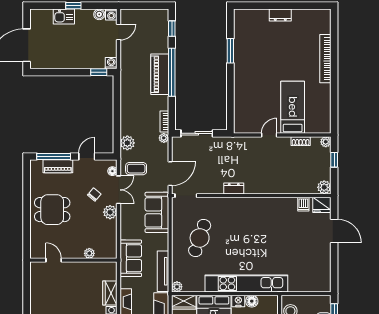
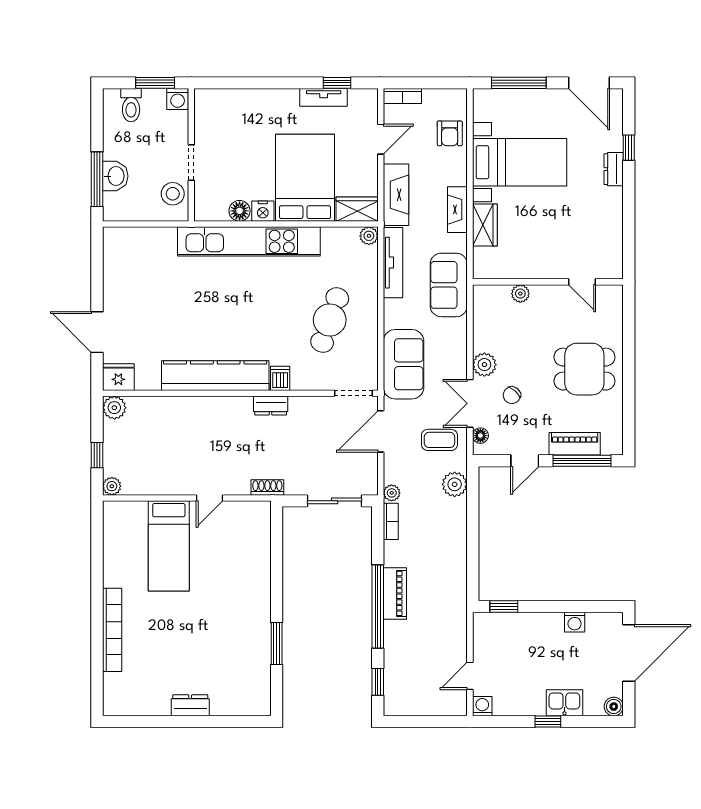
boiler: (99, 14) -> (614, 707), moved
washing machine: (111, 63) -> (575, 622), moved
piano: (160, 74) -> (395, 593), width x0.73, depth x0.75
shoe rack: (301, 141) -> (267, 487), moved
dishwasher: (303, 204) -> (280, 378), moved
kitchen counter: (266, 206) -> (215, 376), added

